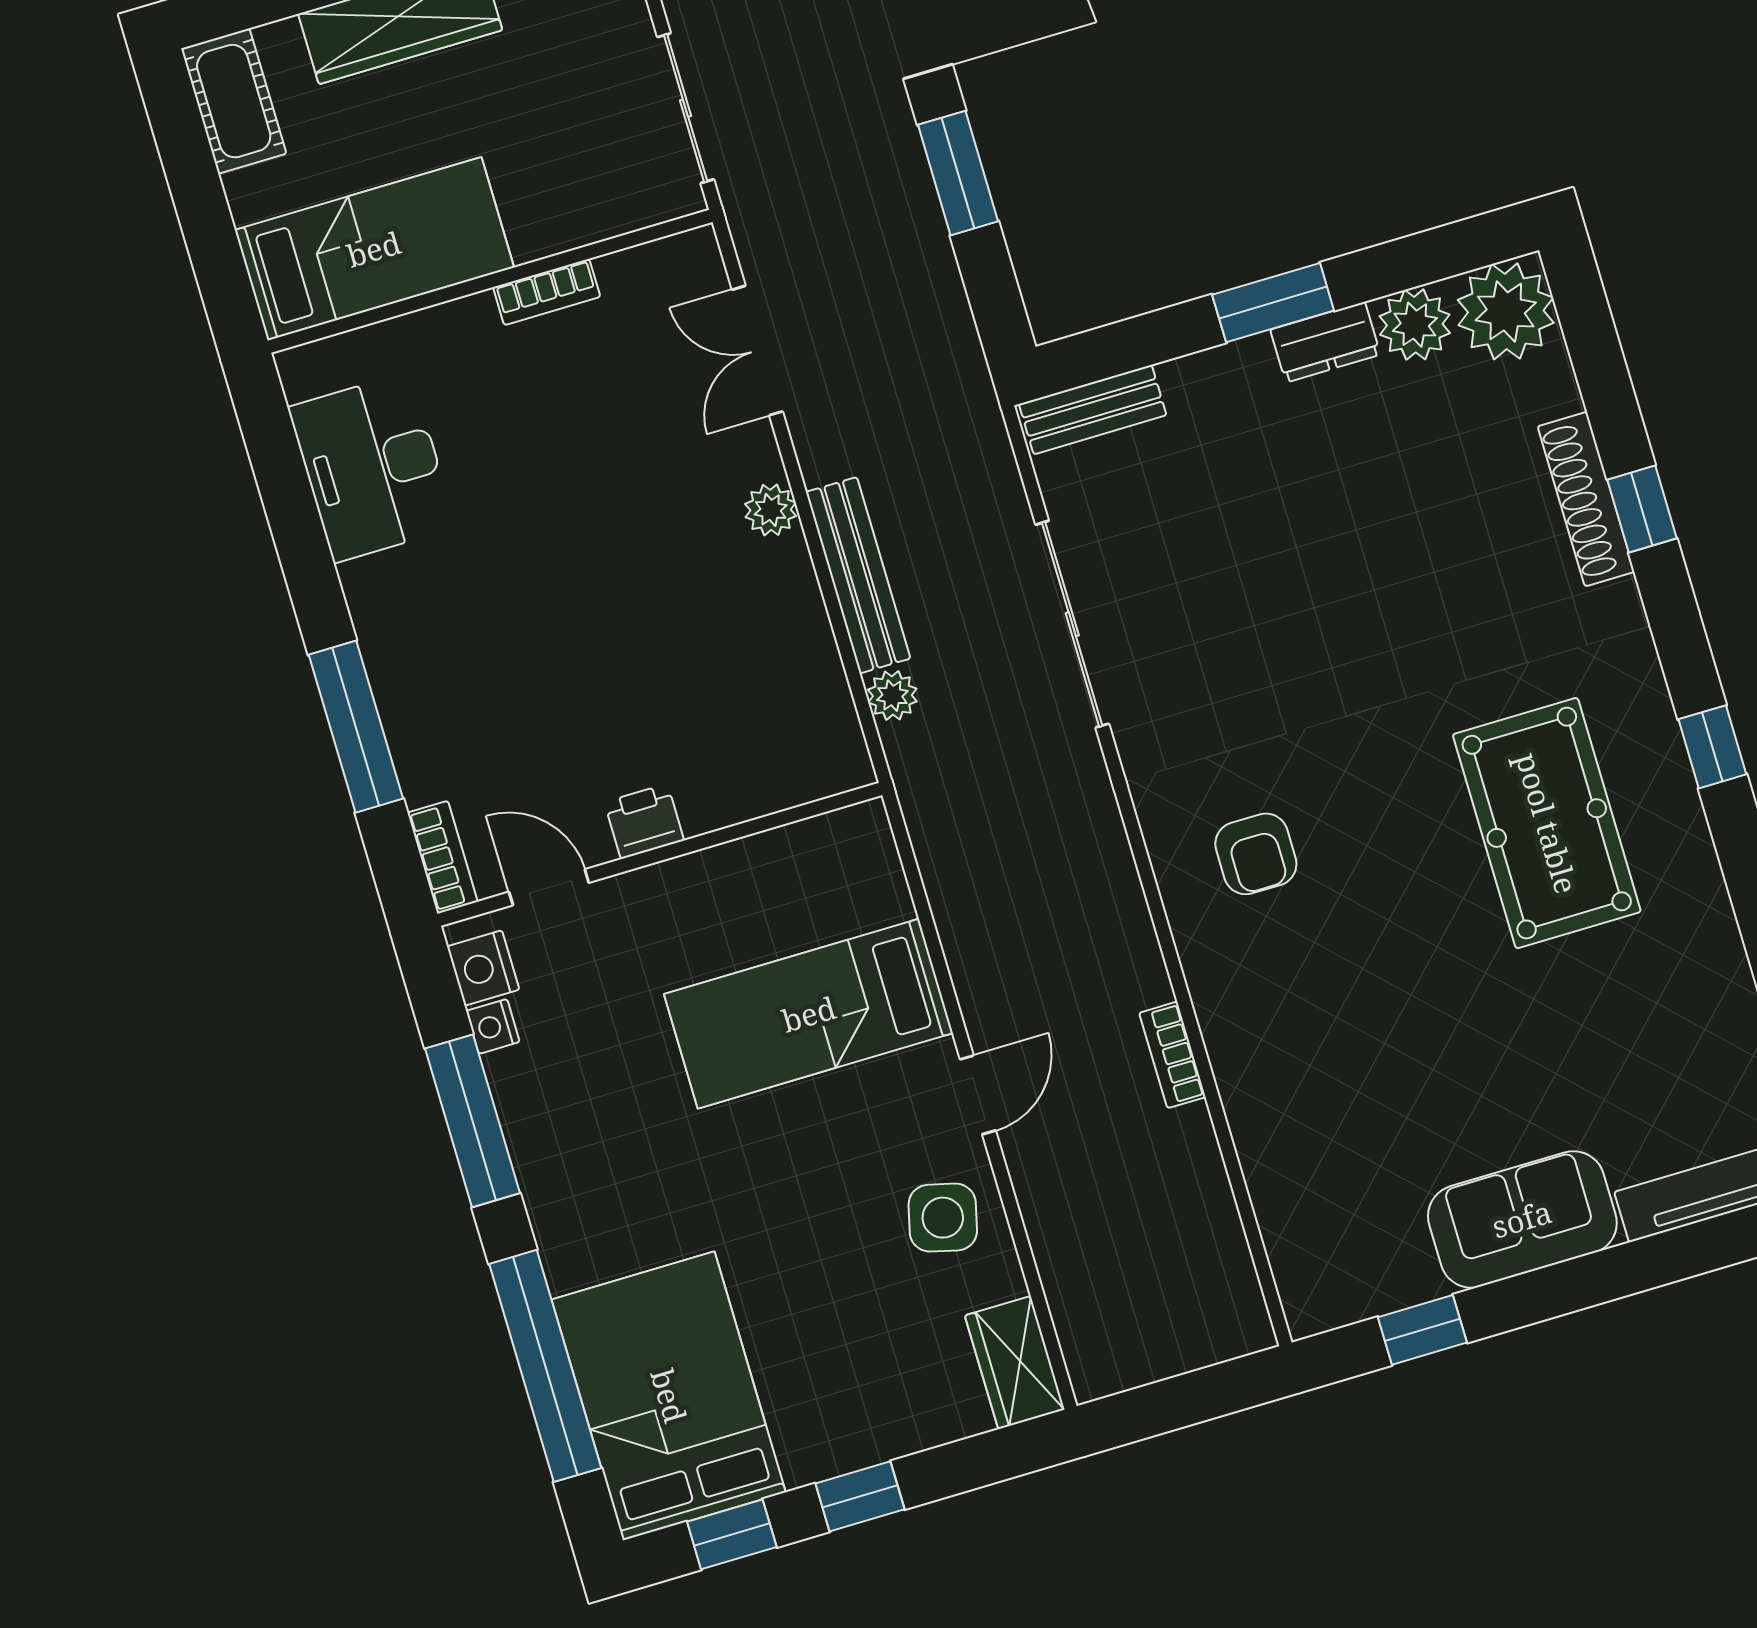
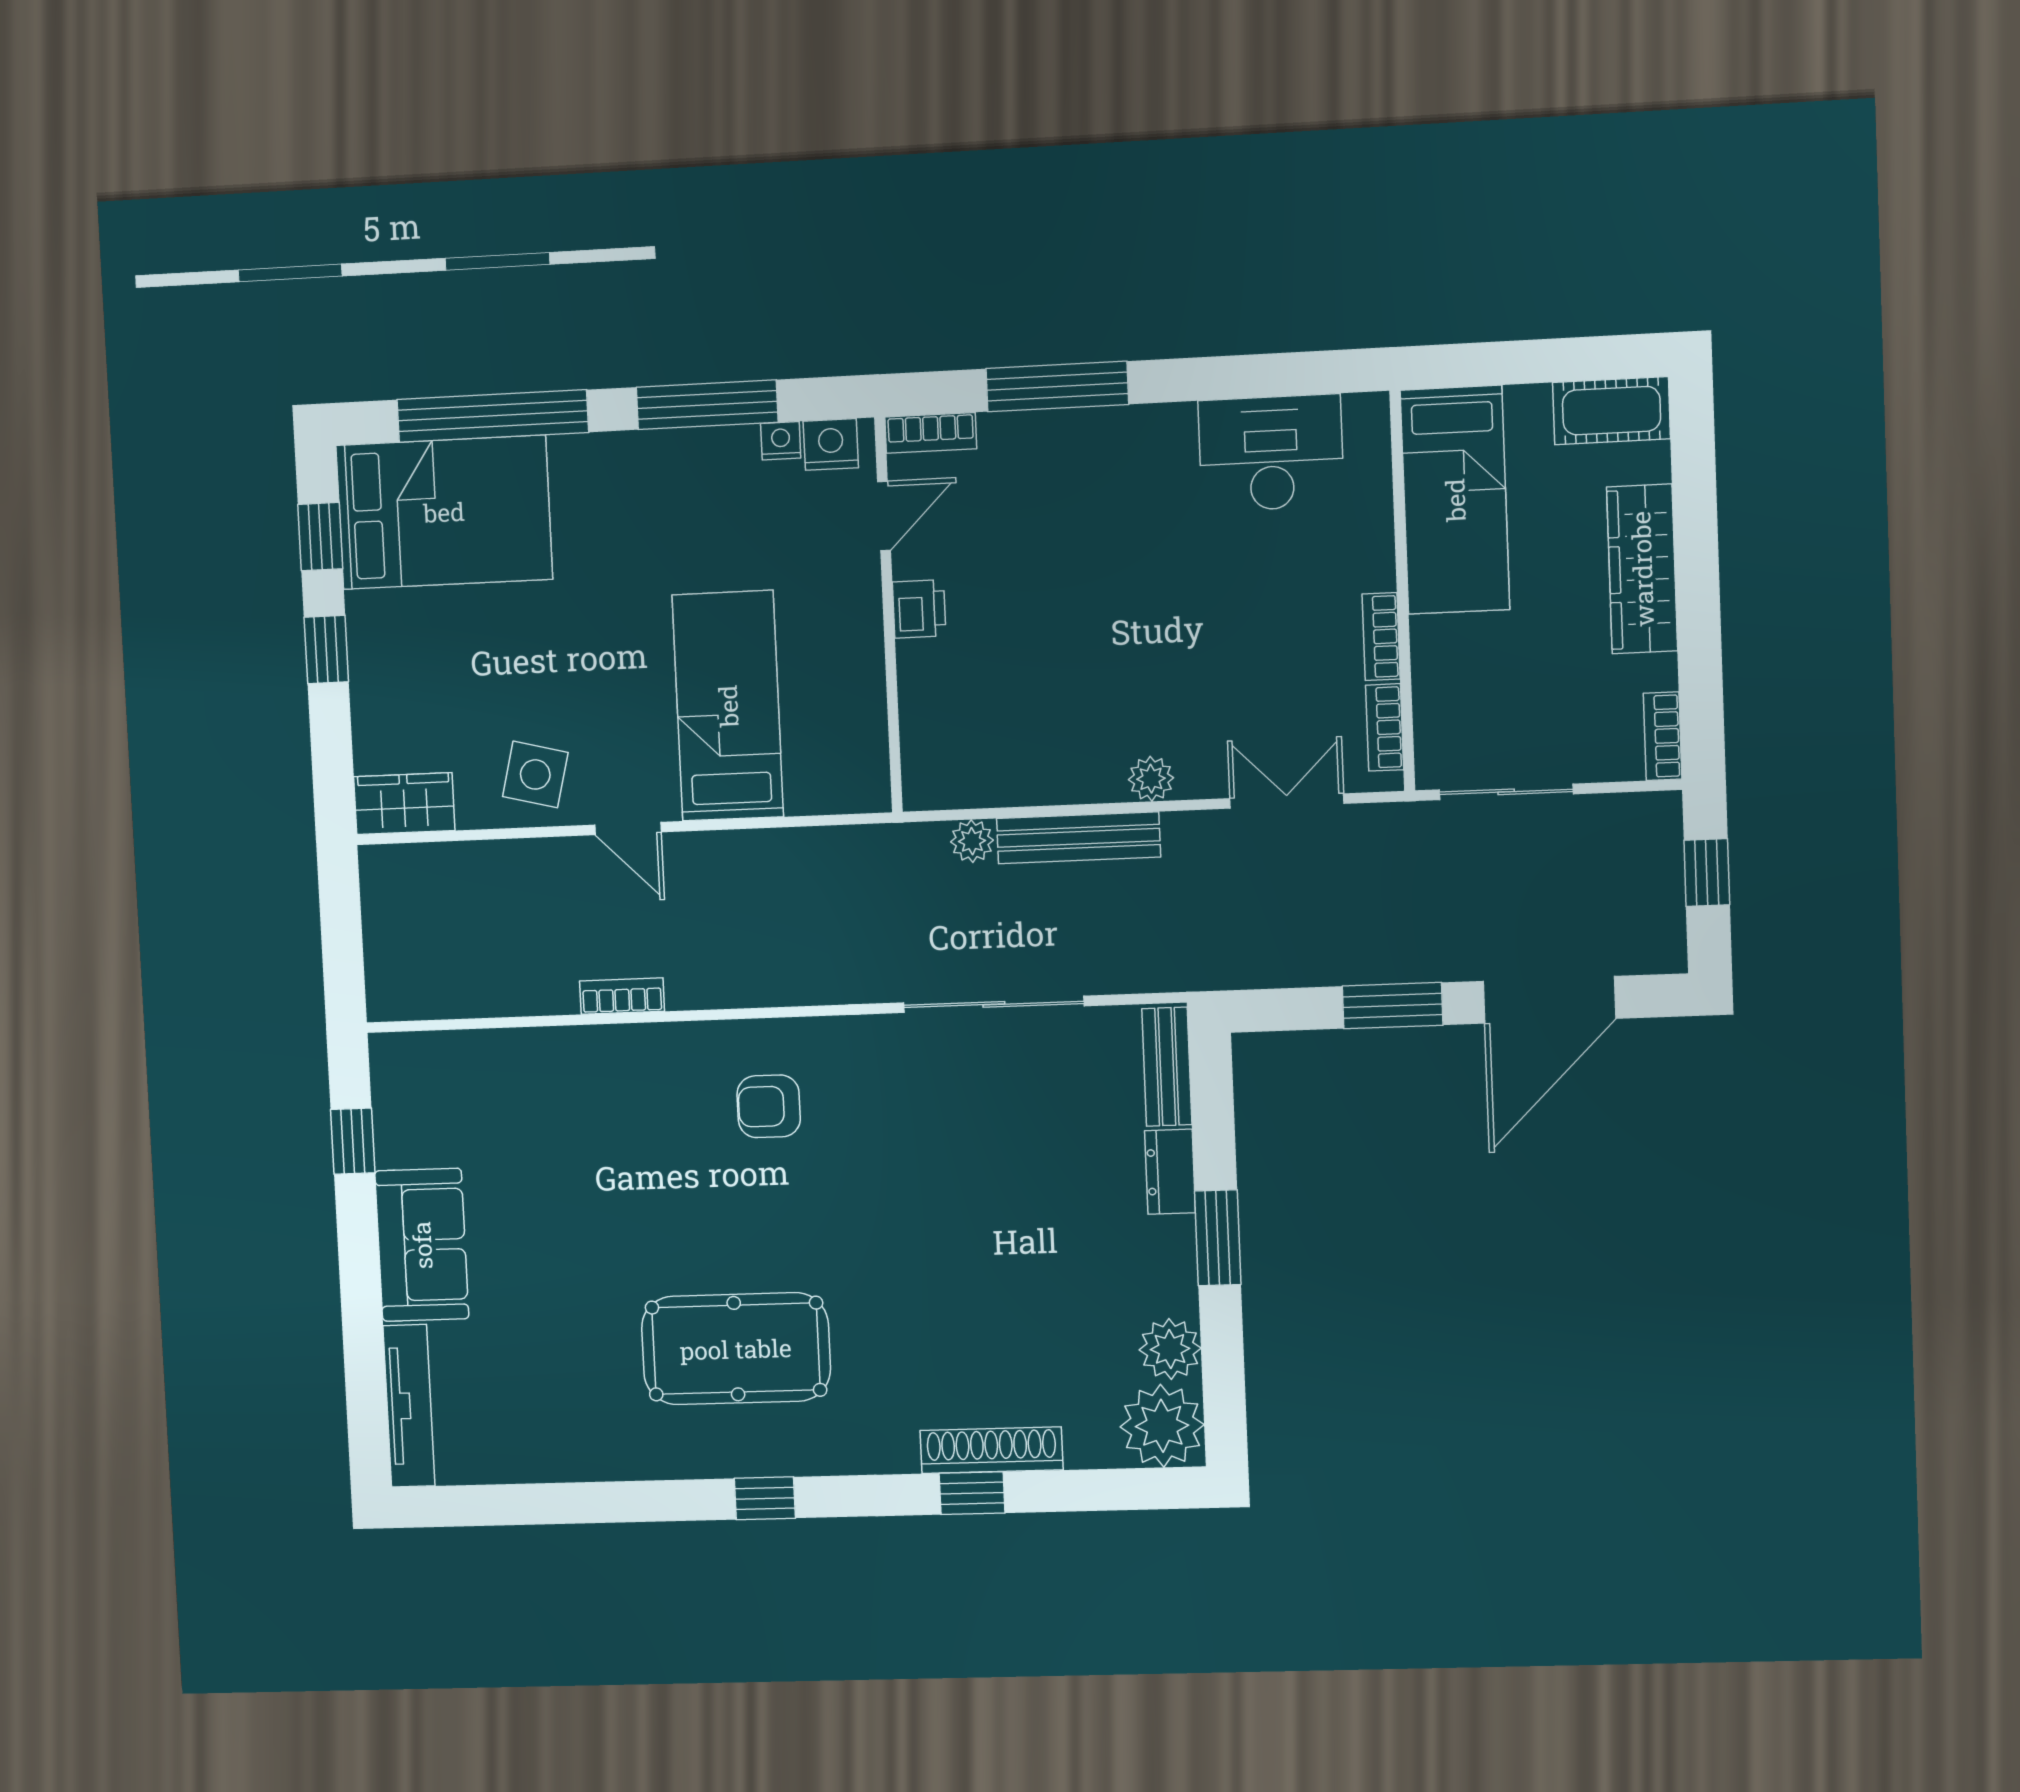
bookcase: (647, 262) -> (1385, 727), added
dresser: (1325, 342) -> (1170, 1172), moved

